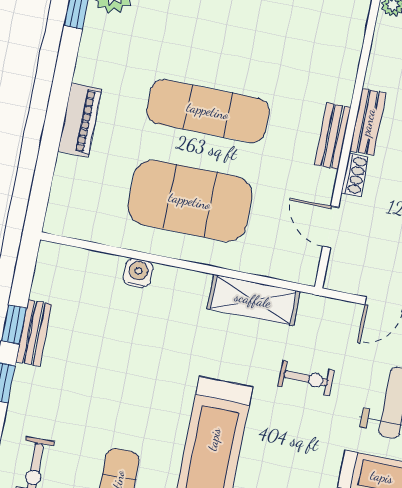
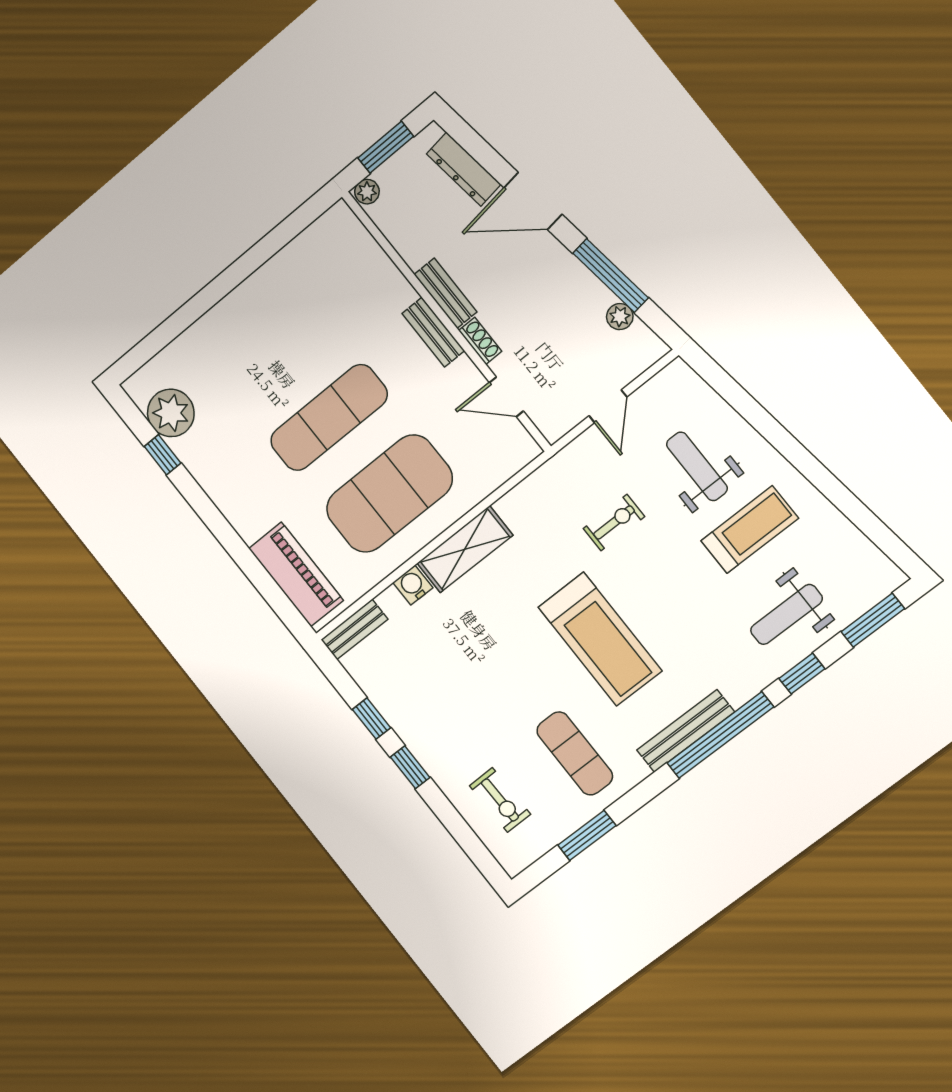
piano: (80, 120) -> (296, 574), moved, width x1.37, depth x1.33
shelving: (253, 300) -> (465, 549), moved
bench: (34, 333) -> (354, 629), moved, turned 90

